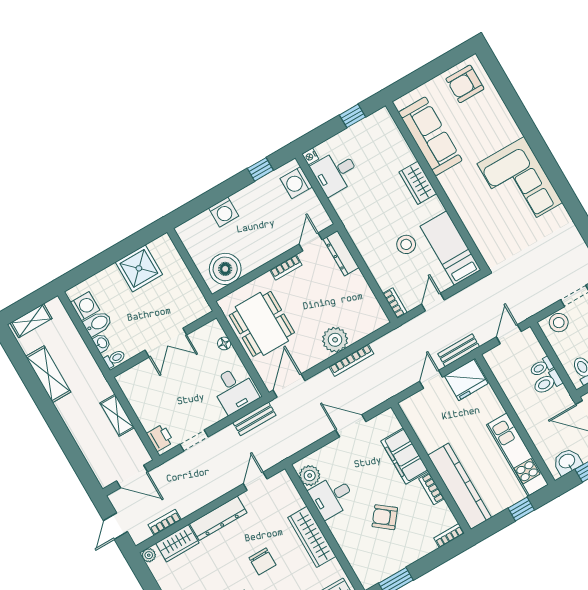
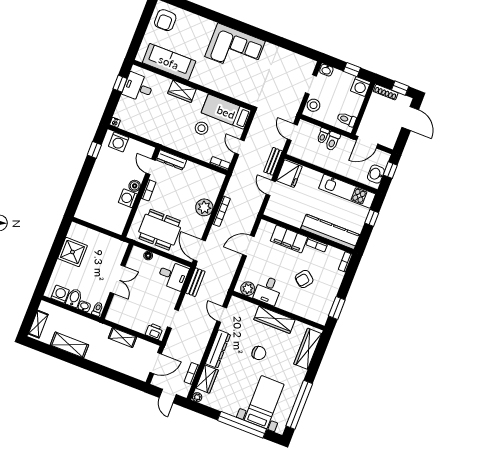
desk: (335, 172) -> (138, 87), moved, turned 90
washing machine: (224, 212) -> (128, 198), moved, turned 180
boiler: (225, 269) -> (135, 186), moved, width x0.54, depth x0.54

